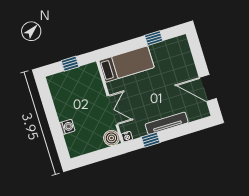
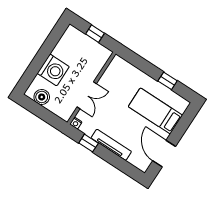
bed: (126, 64) -> (155, 111), moved, turned 180
washing machine: (67, 127) -> (53, 70), width x1.89, depth x1.89
boiler: (111, 138) -> (42, 97), moved

